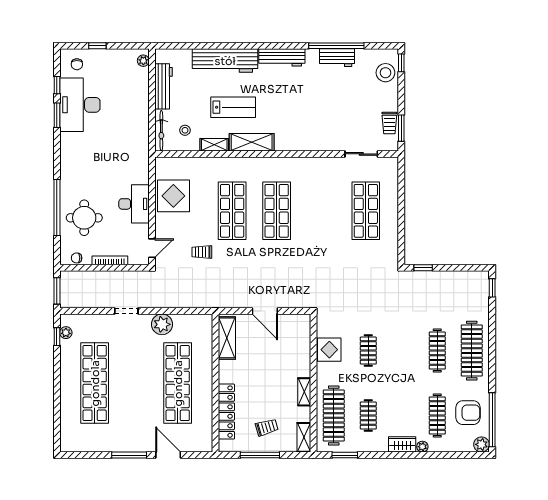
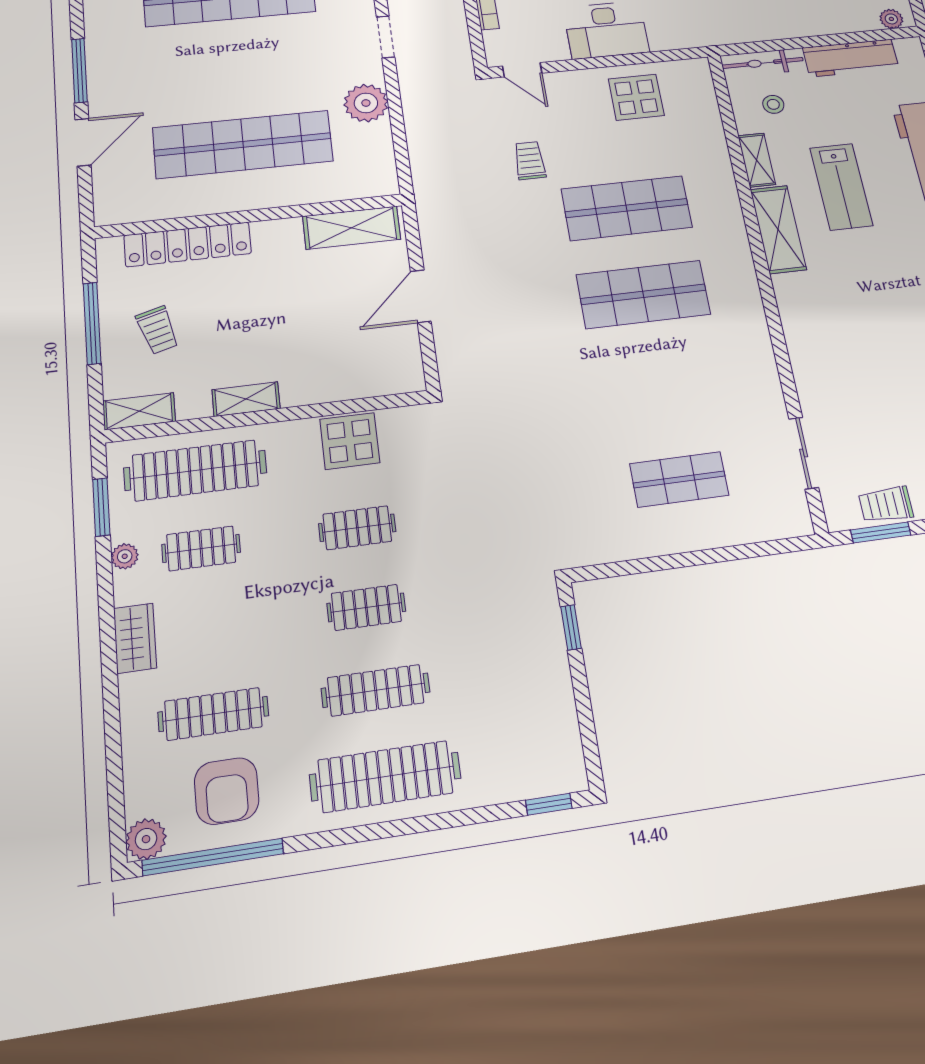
display table: (173, 196) -> (636, 97), width x0.73, depth x0.73
shop shelf: (366, 211) -> (679, 479), width x0.70, depth x0.74
clothes rail: (403, 351) -> (366, 607), added
plant: (422, 447) -> (125, 556), moved

